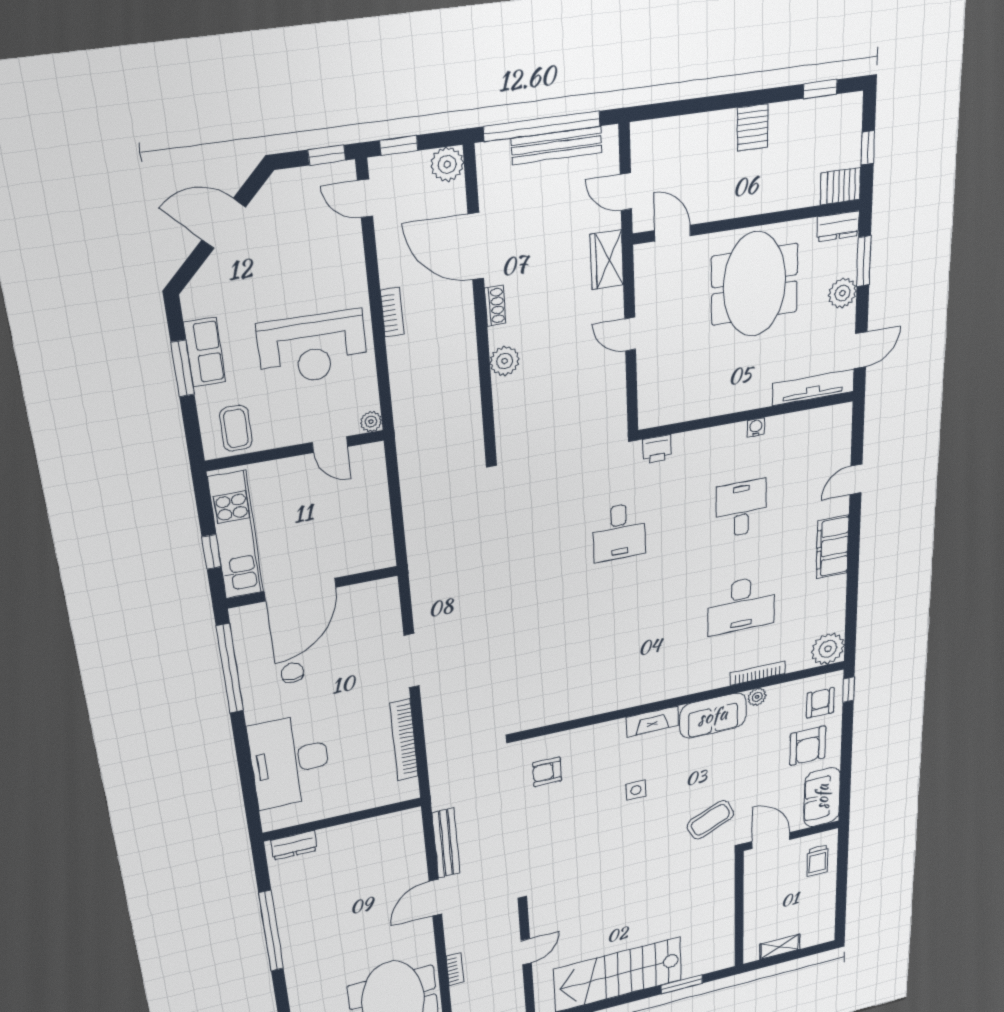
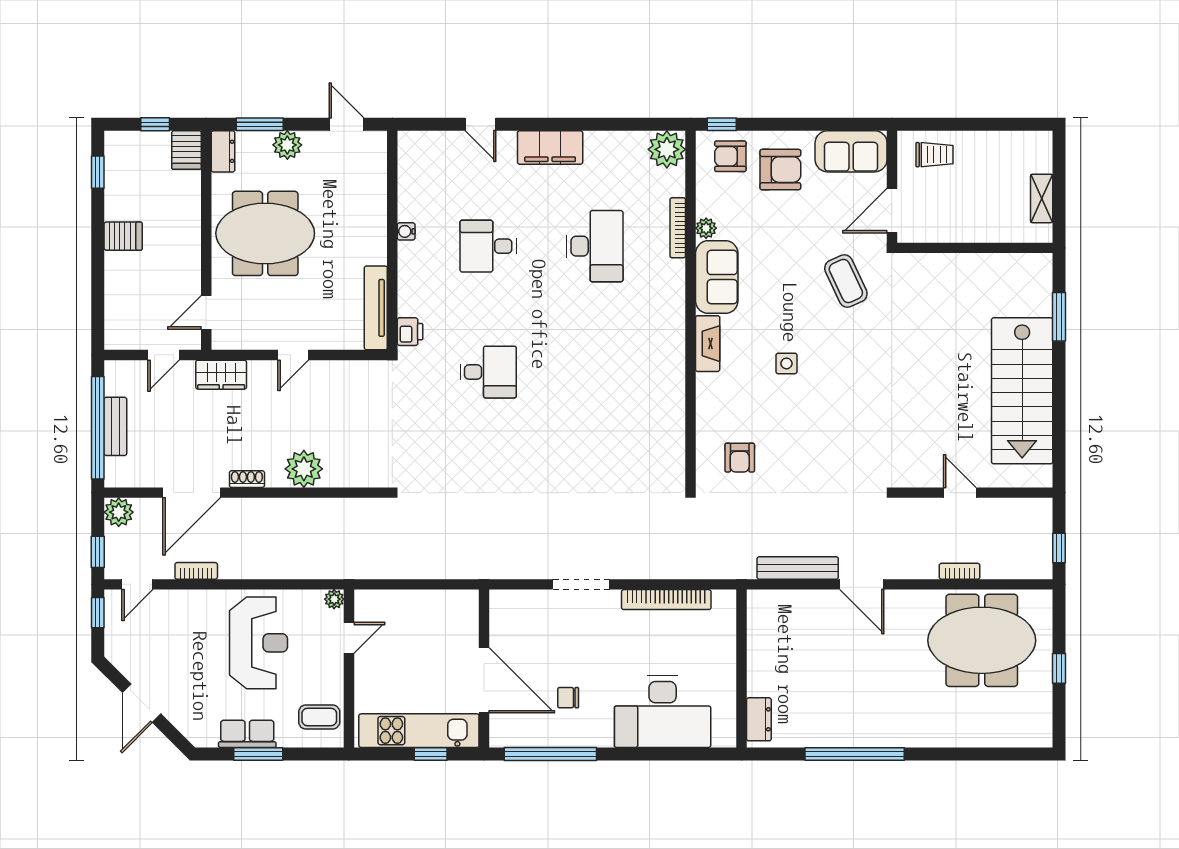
bench: (557, 145) -> (115, 426), width x0.73
bookcase: (392, 312) -> (196, 571), moved
plant: (505, 361) -> (304, 469), width x1.36, depth x1.36
tv unit: (813, 387) -> (376, 308), moved

